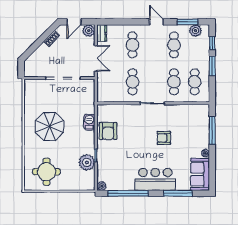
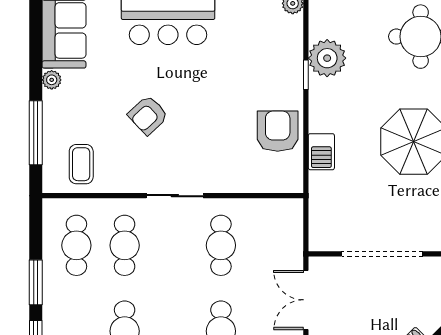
coffee table: (193, 117) -> (81, 164), added
armchair: (164, 138) -> (148, 115), turned 137

